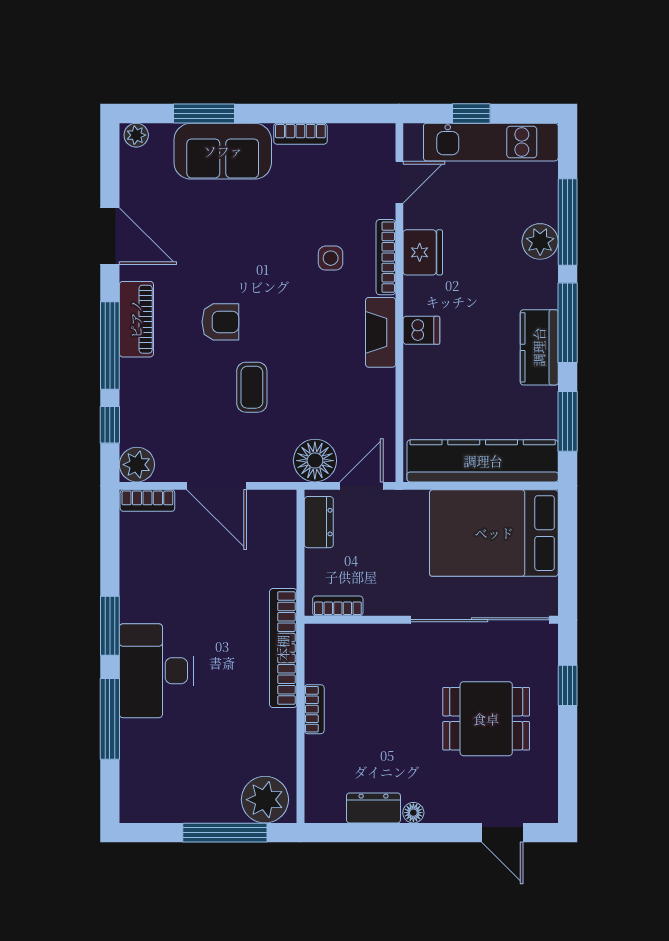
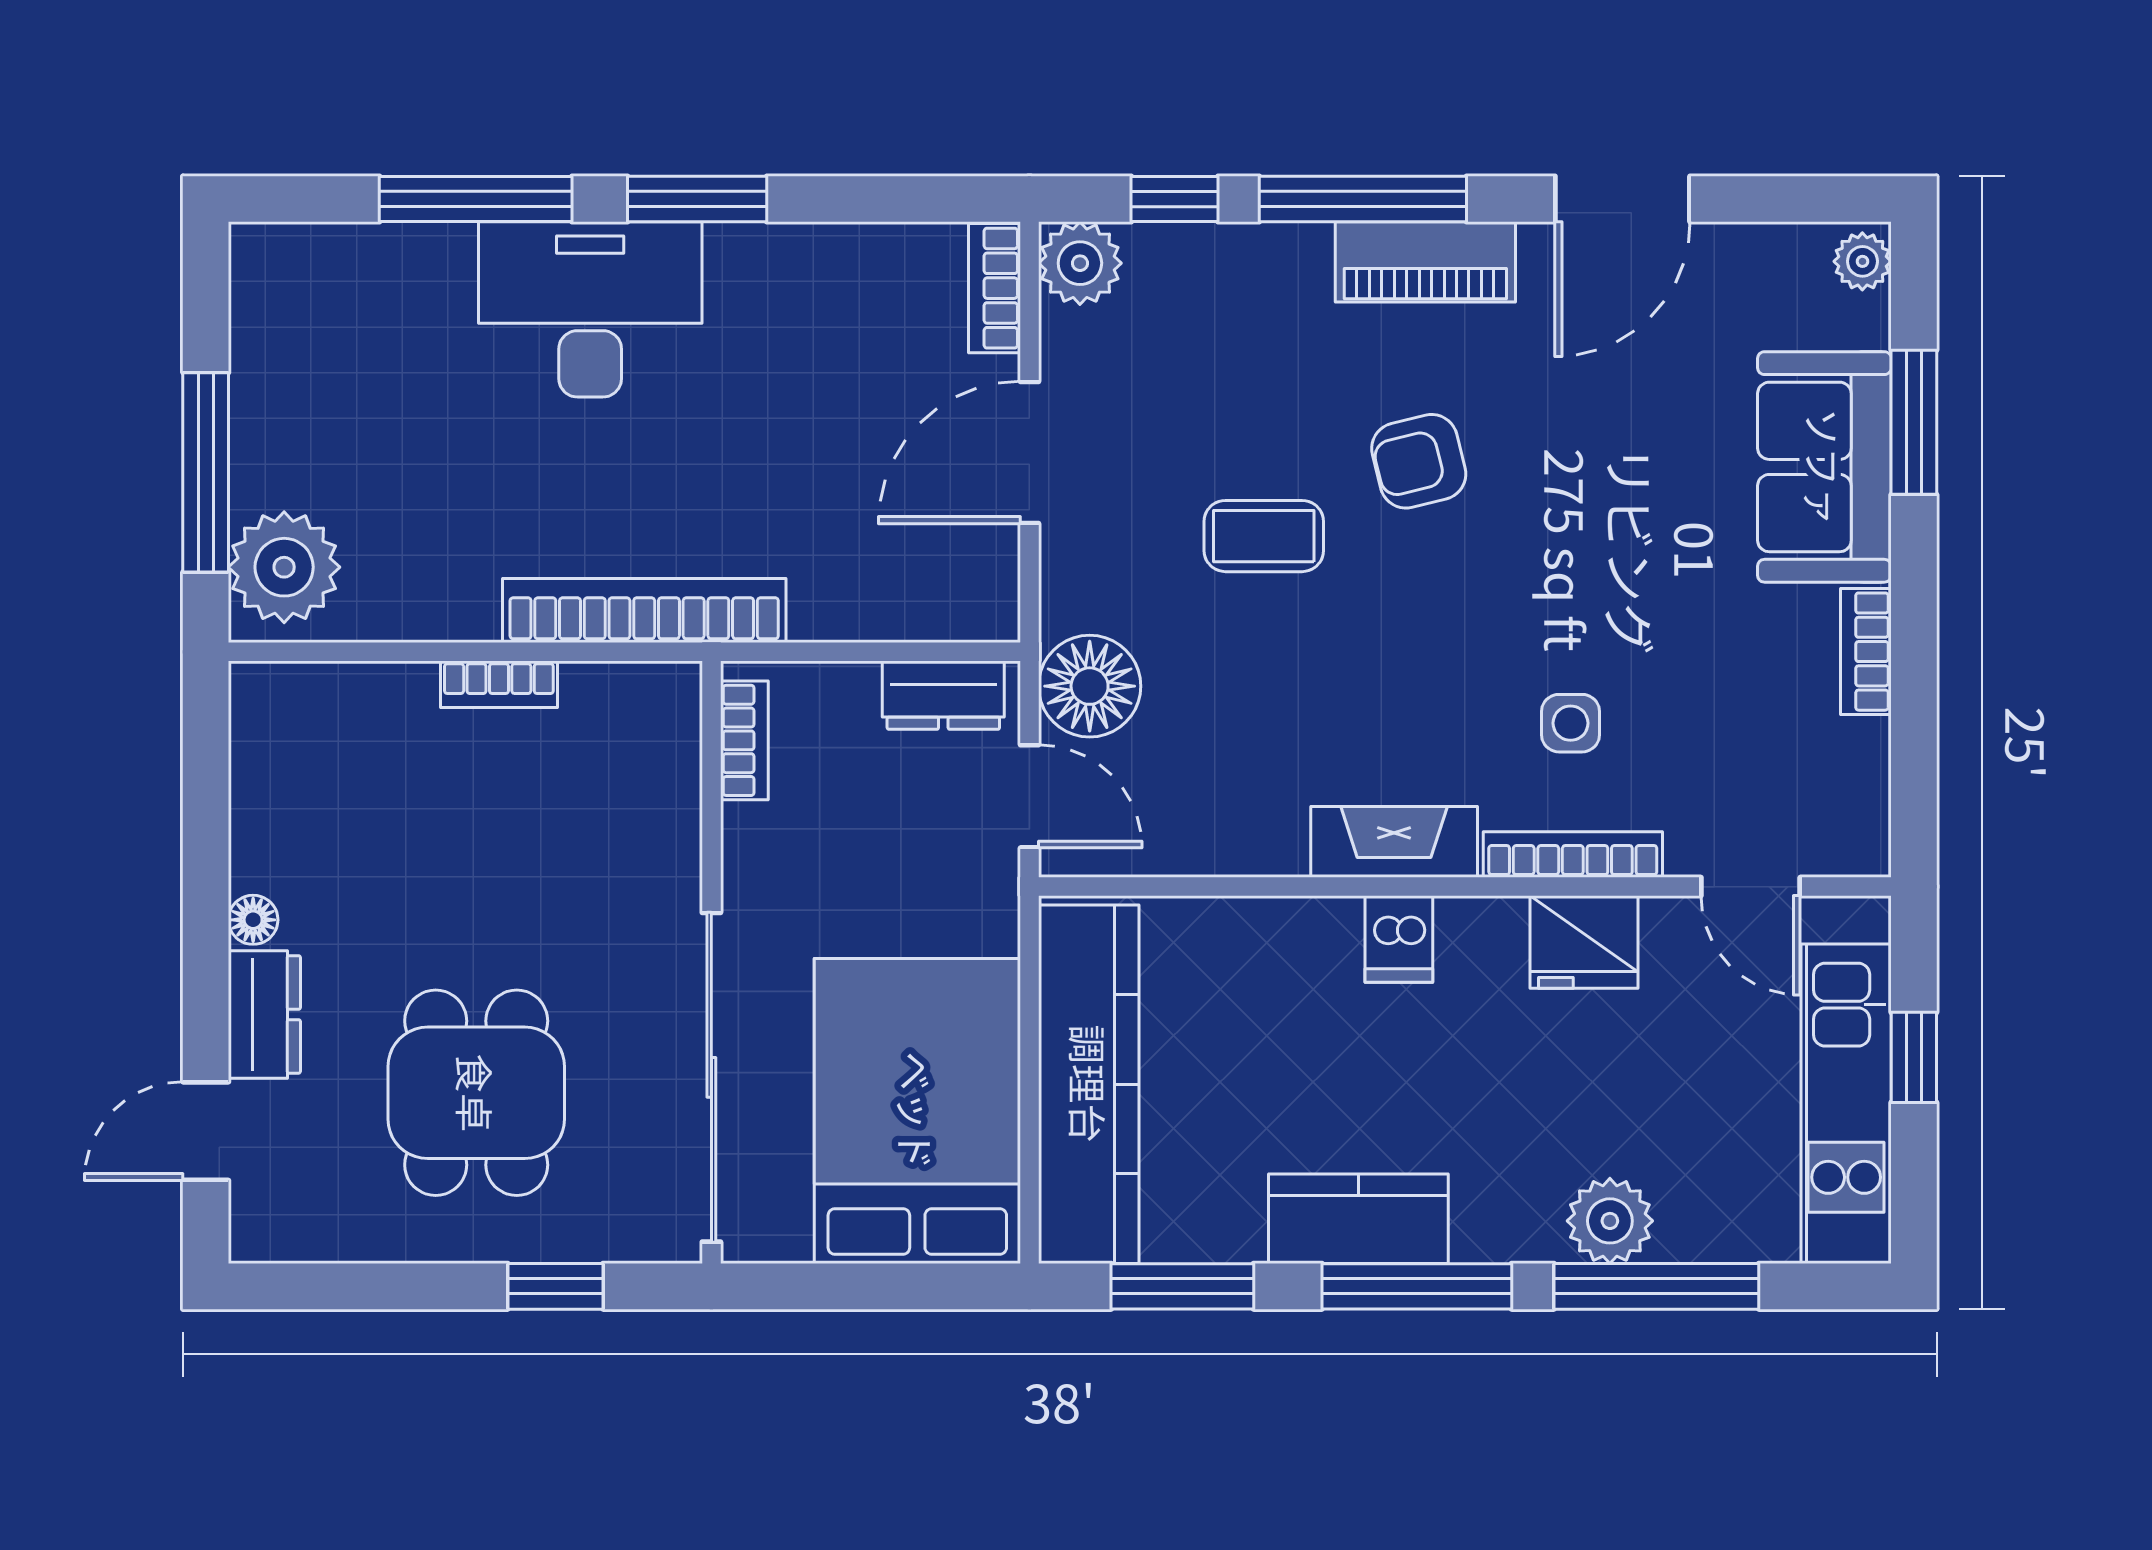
armchair: (220, 322) -> (1419, 461), turned 76
dresser: (373, 808) -> (264, 1014), moved

